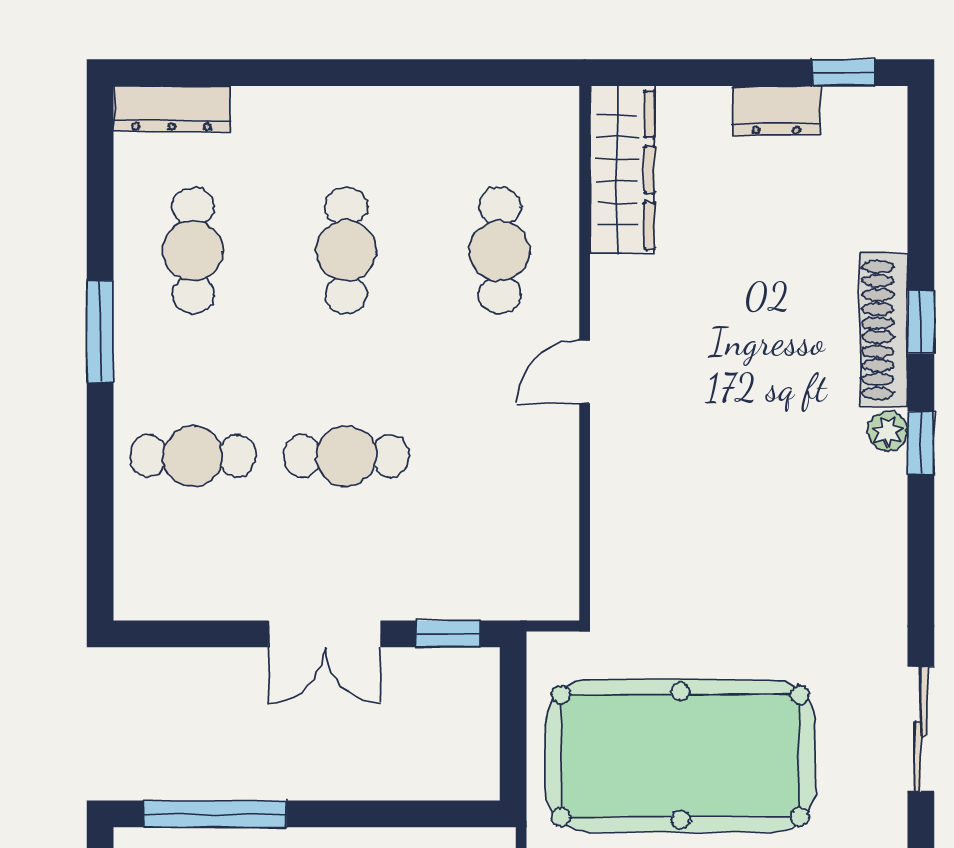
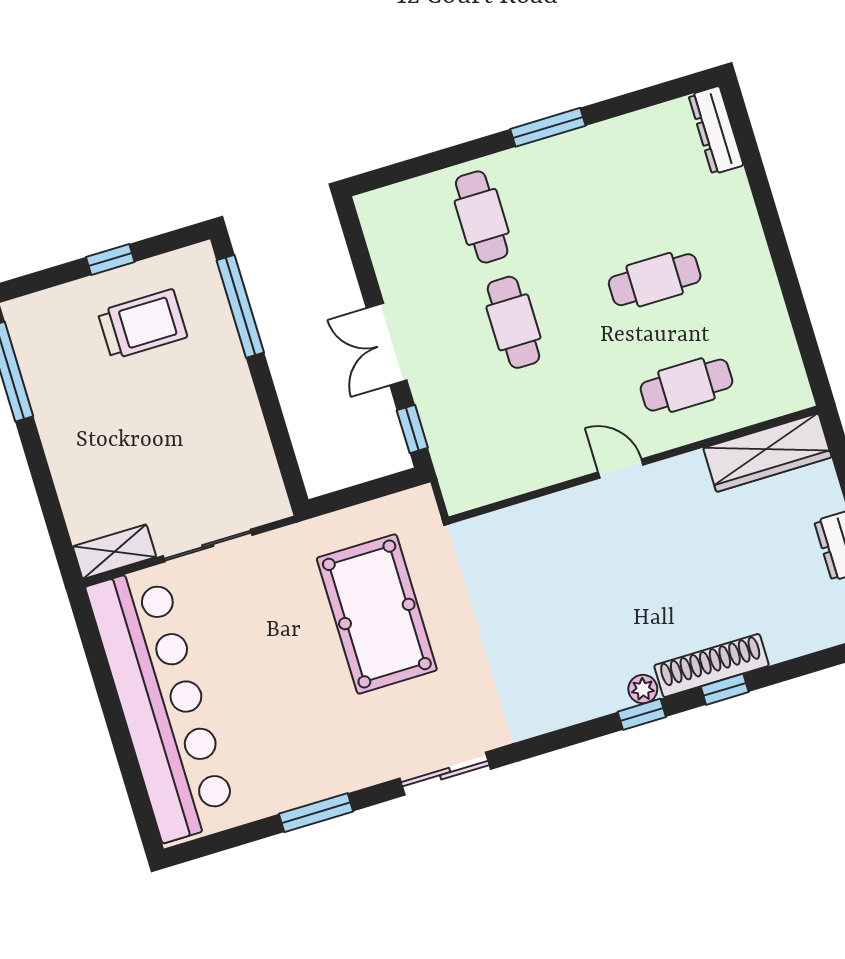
cafe table: (193, 251) -> (623, 174), removed
pool table: (680, 756) -> (377, 614), width x0.73, depth x0.76

